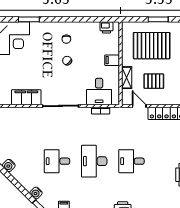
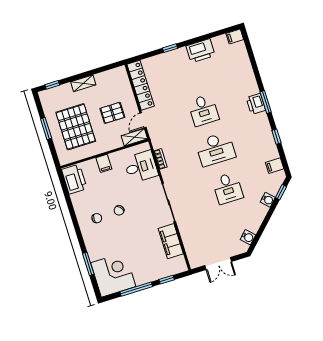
printer: (106, 27) -> (74, 179), width x1.87, depth x1.48
shelving: (127, 78) -> (134, 137), moved
pallet: (154, 81) -> (112, 113), turned 90

